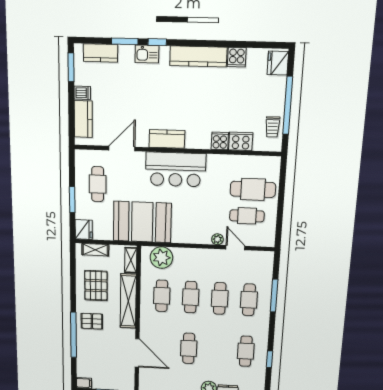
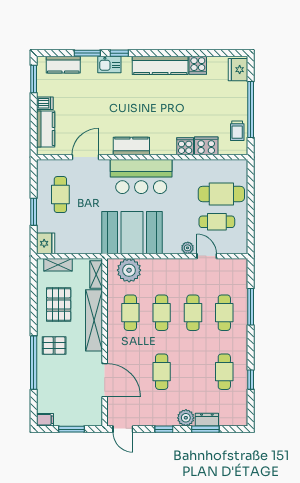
booth: (142, 222) -> (132, 233), moved

